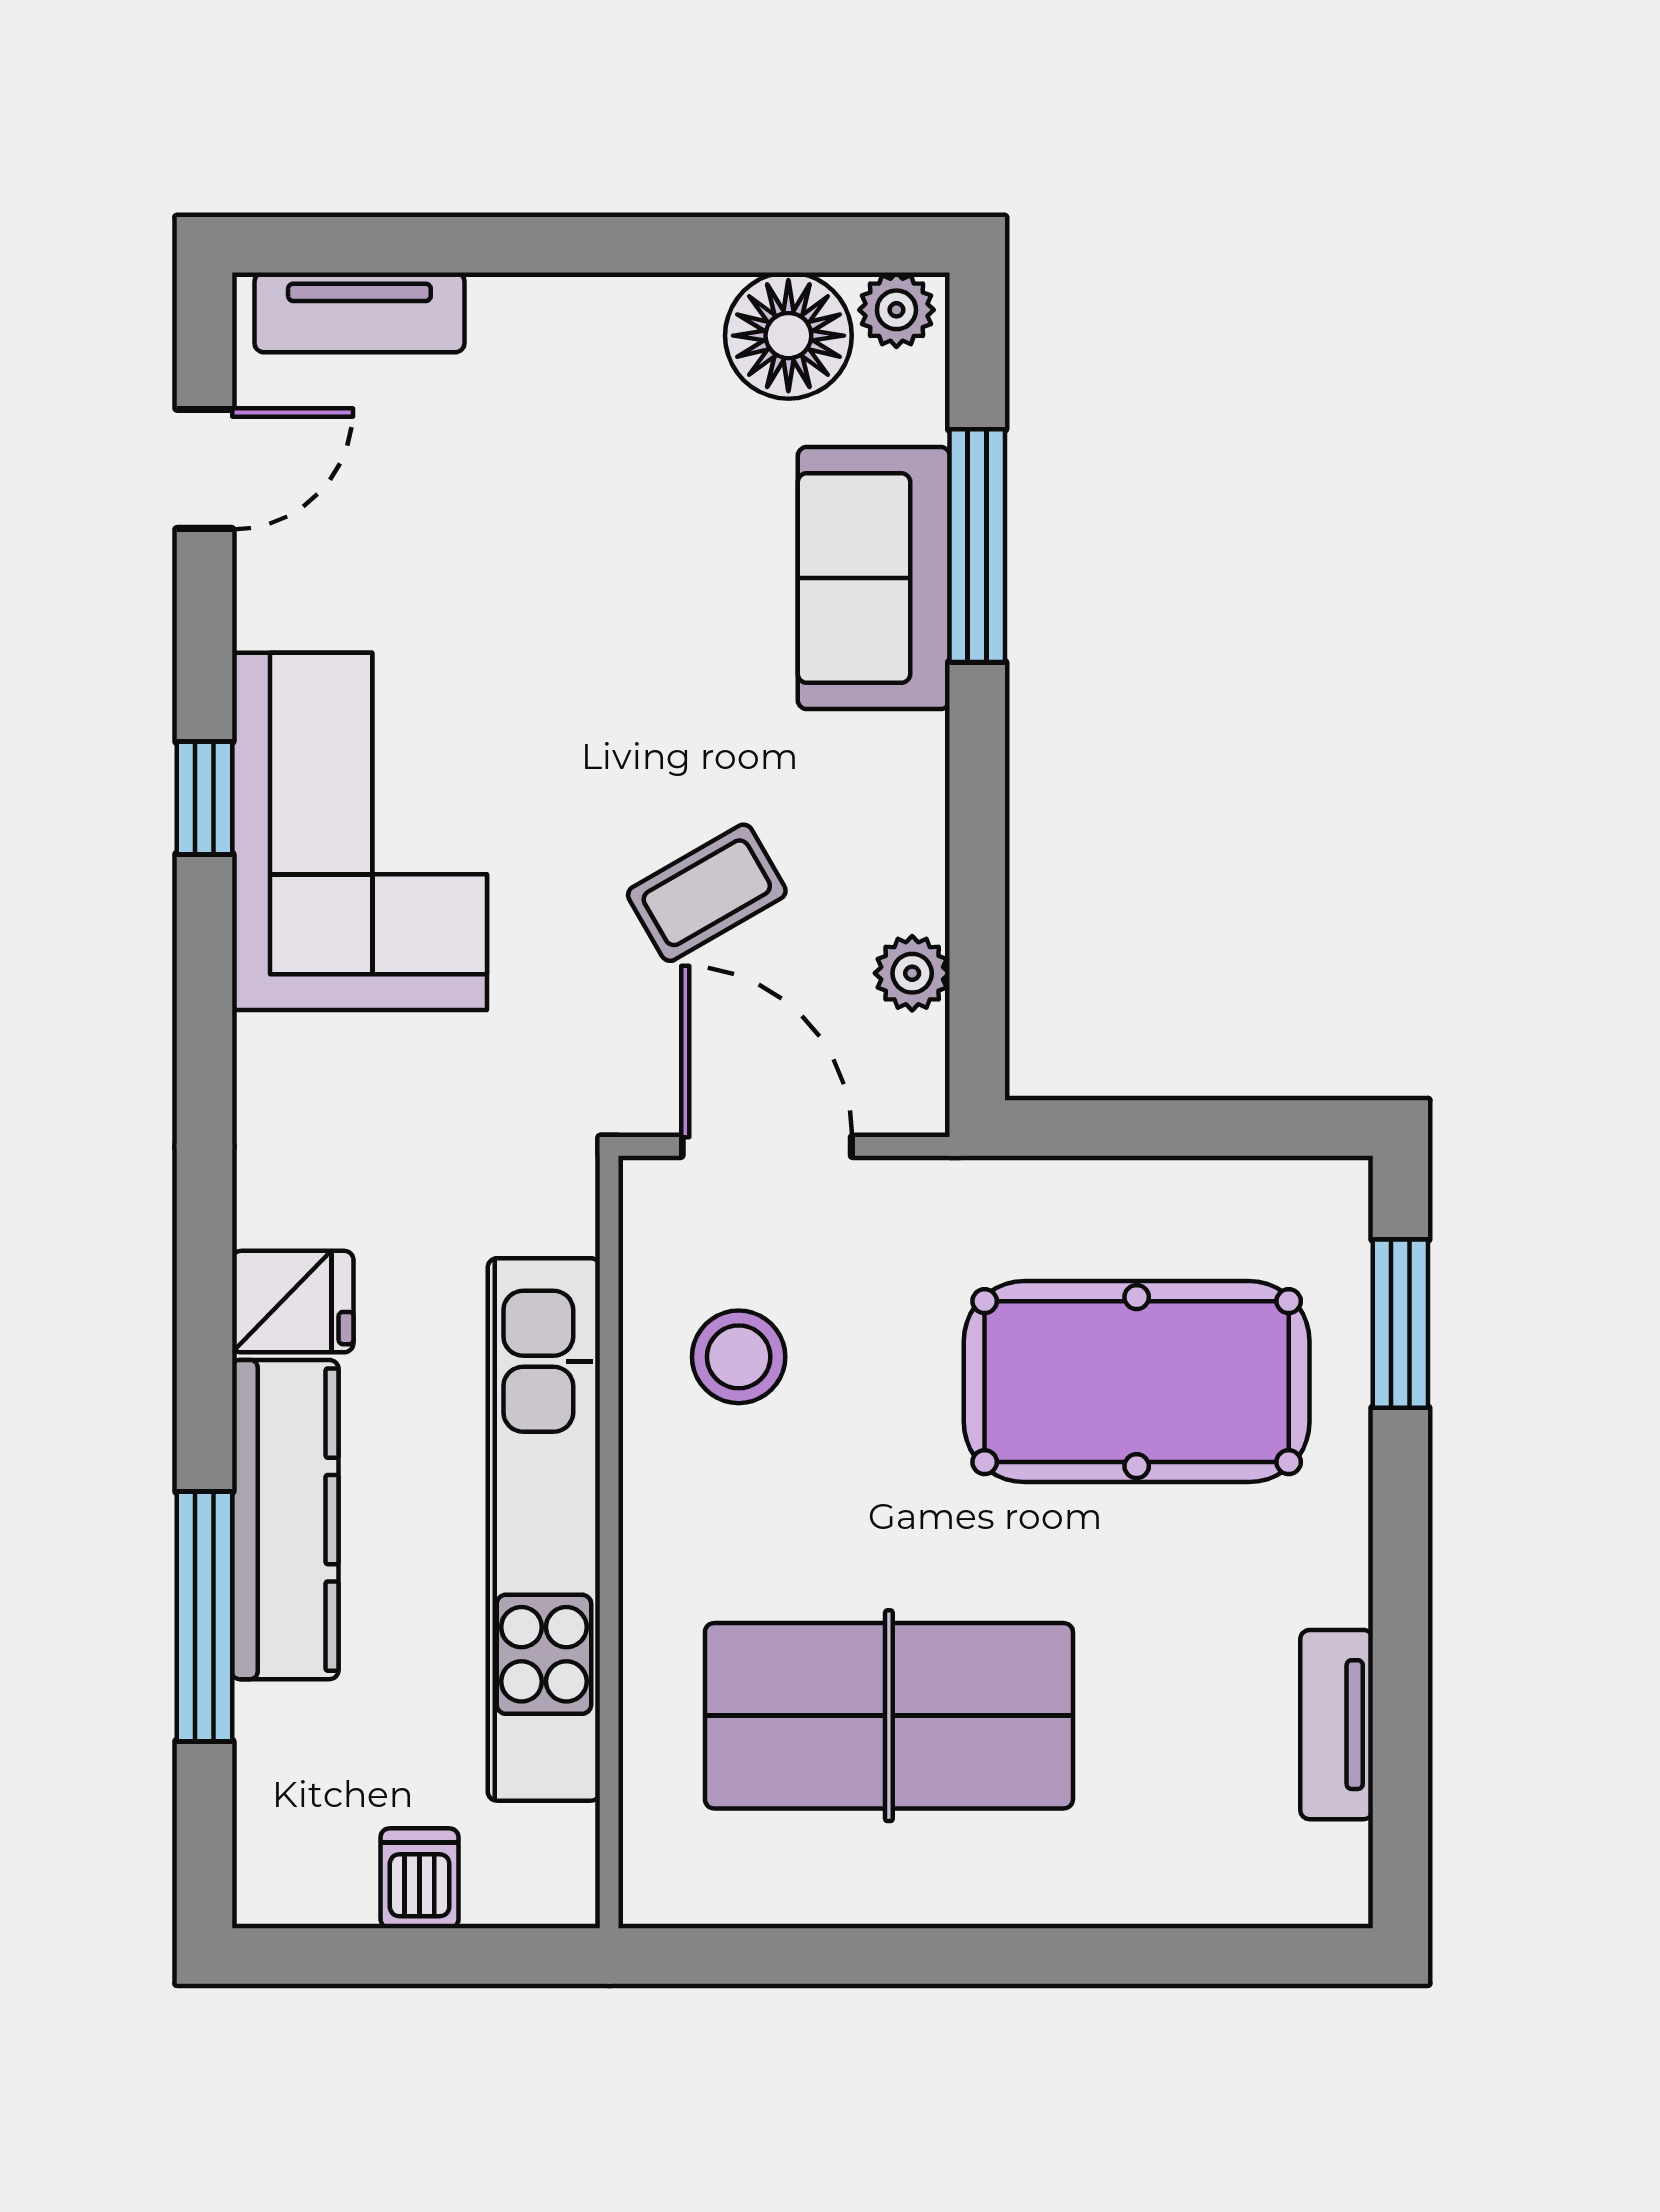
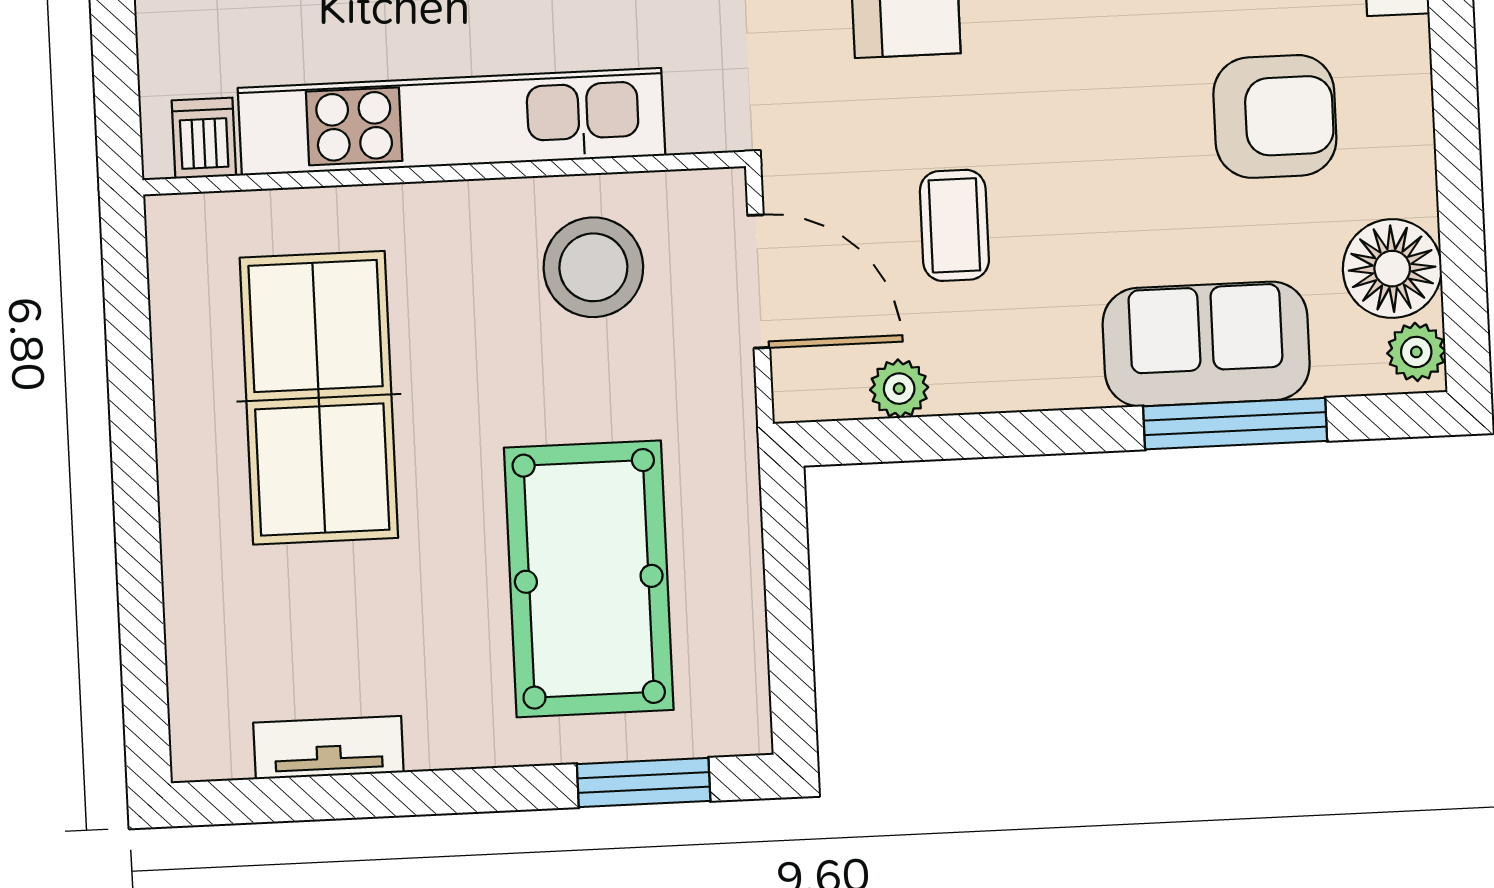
armchair: (587, 476) -> (1275, 116), added
coffee table: (707, 893) -> (954, 225), turned 30
door: (767, 1146) -> (759, 281), hinge flipped
stool: (739, 1357) -> (593, 267), width x1.38, depth x1.38
dishwasher: (420, 1878) -> (204, 138), moved, turned -90

